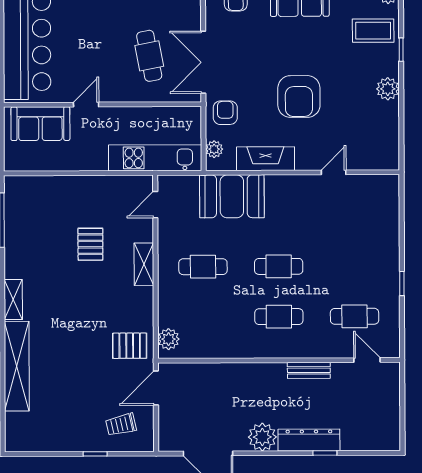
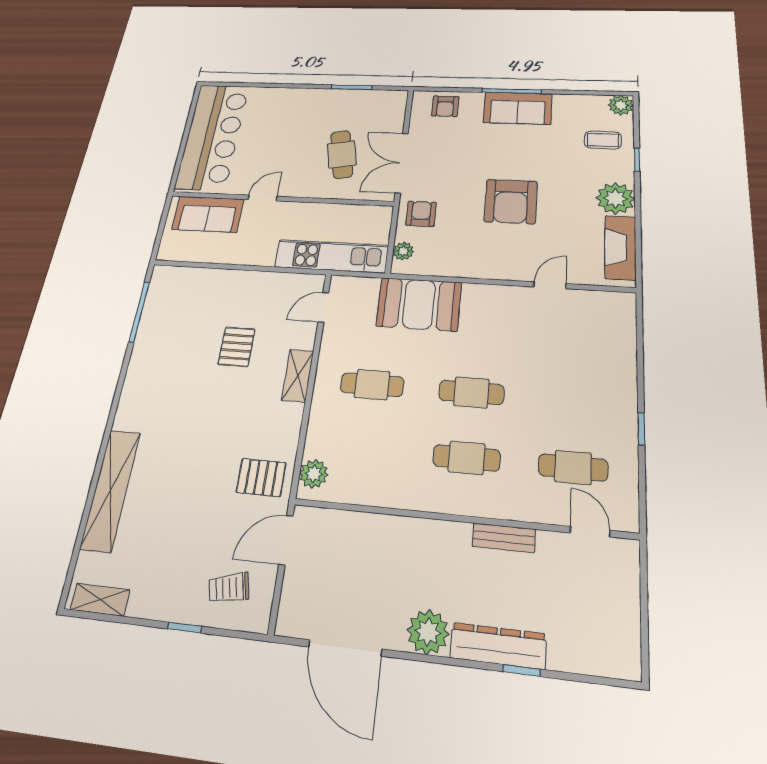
coffee table: (373, 31) -> (603, 140), width x0.73, depth x0.77
plant: (388, 89) -> (615, 198), width x1.36, depth x1.36
fireplace: (265, 159) -> (620, 248), moved, turned -90
shelving: (13, 300) -> (100, 600), moved, turned 90

